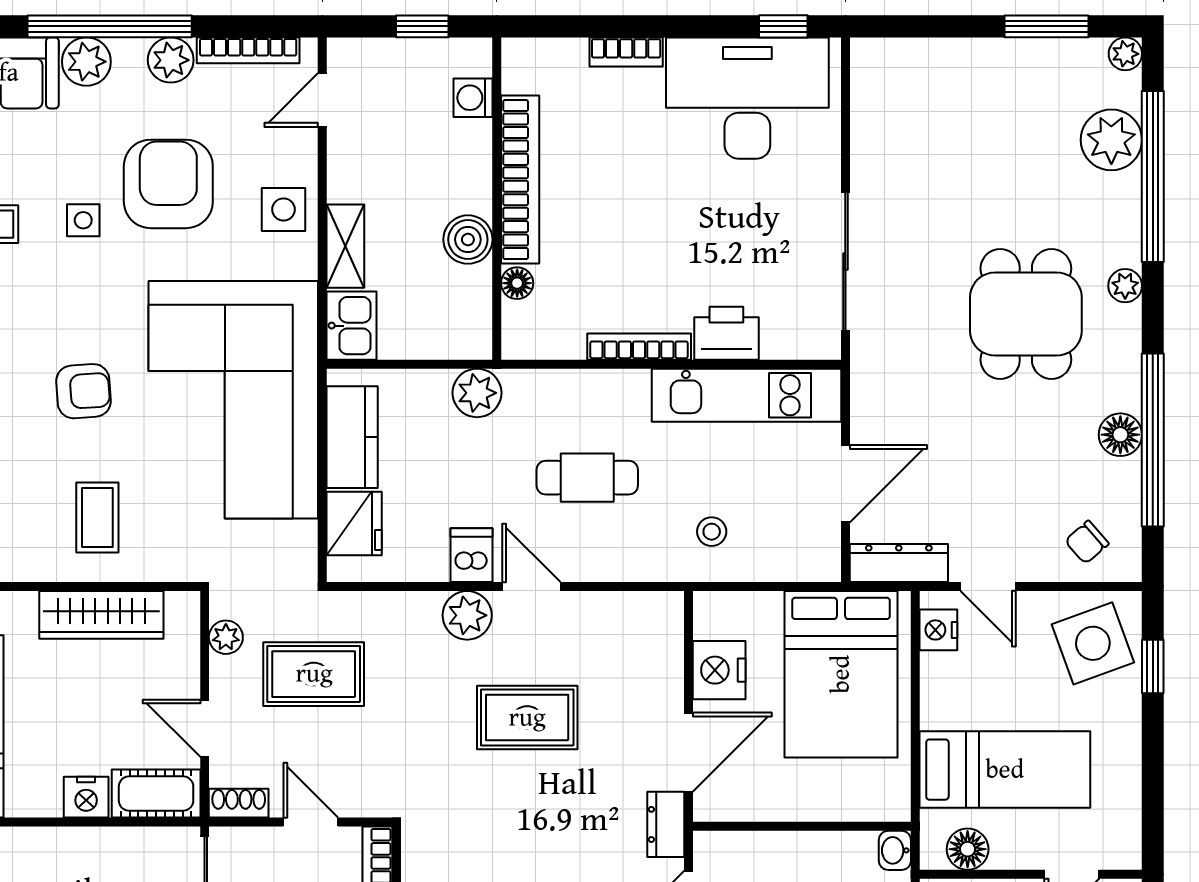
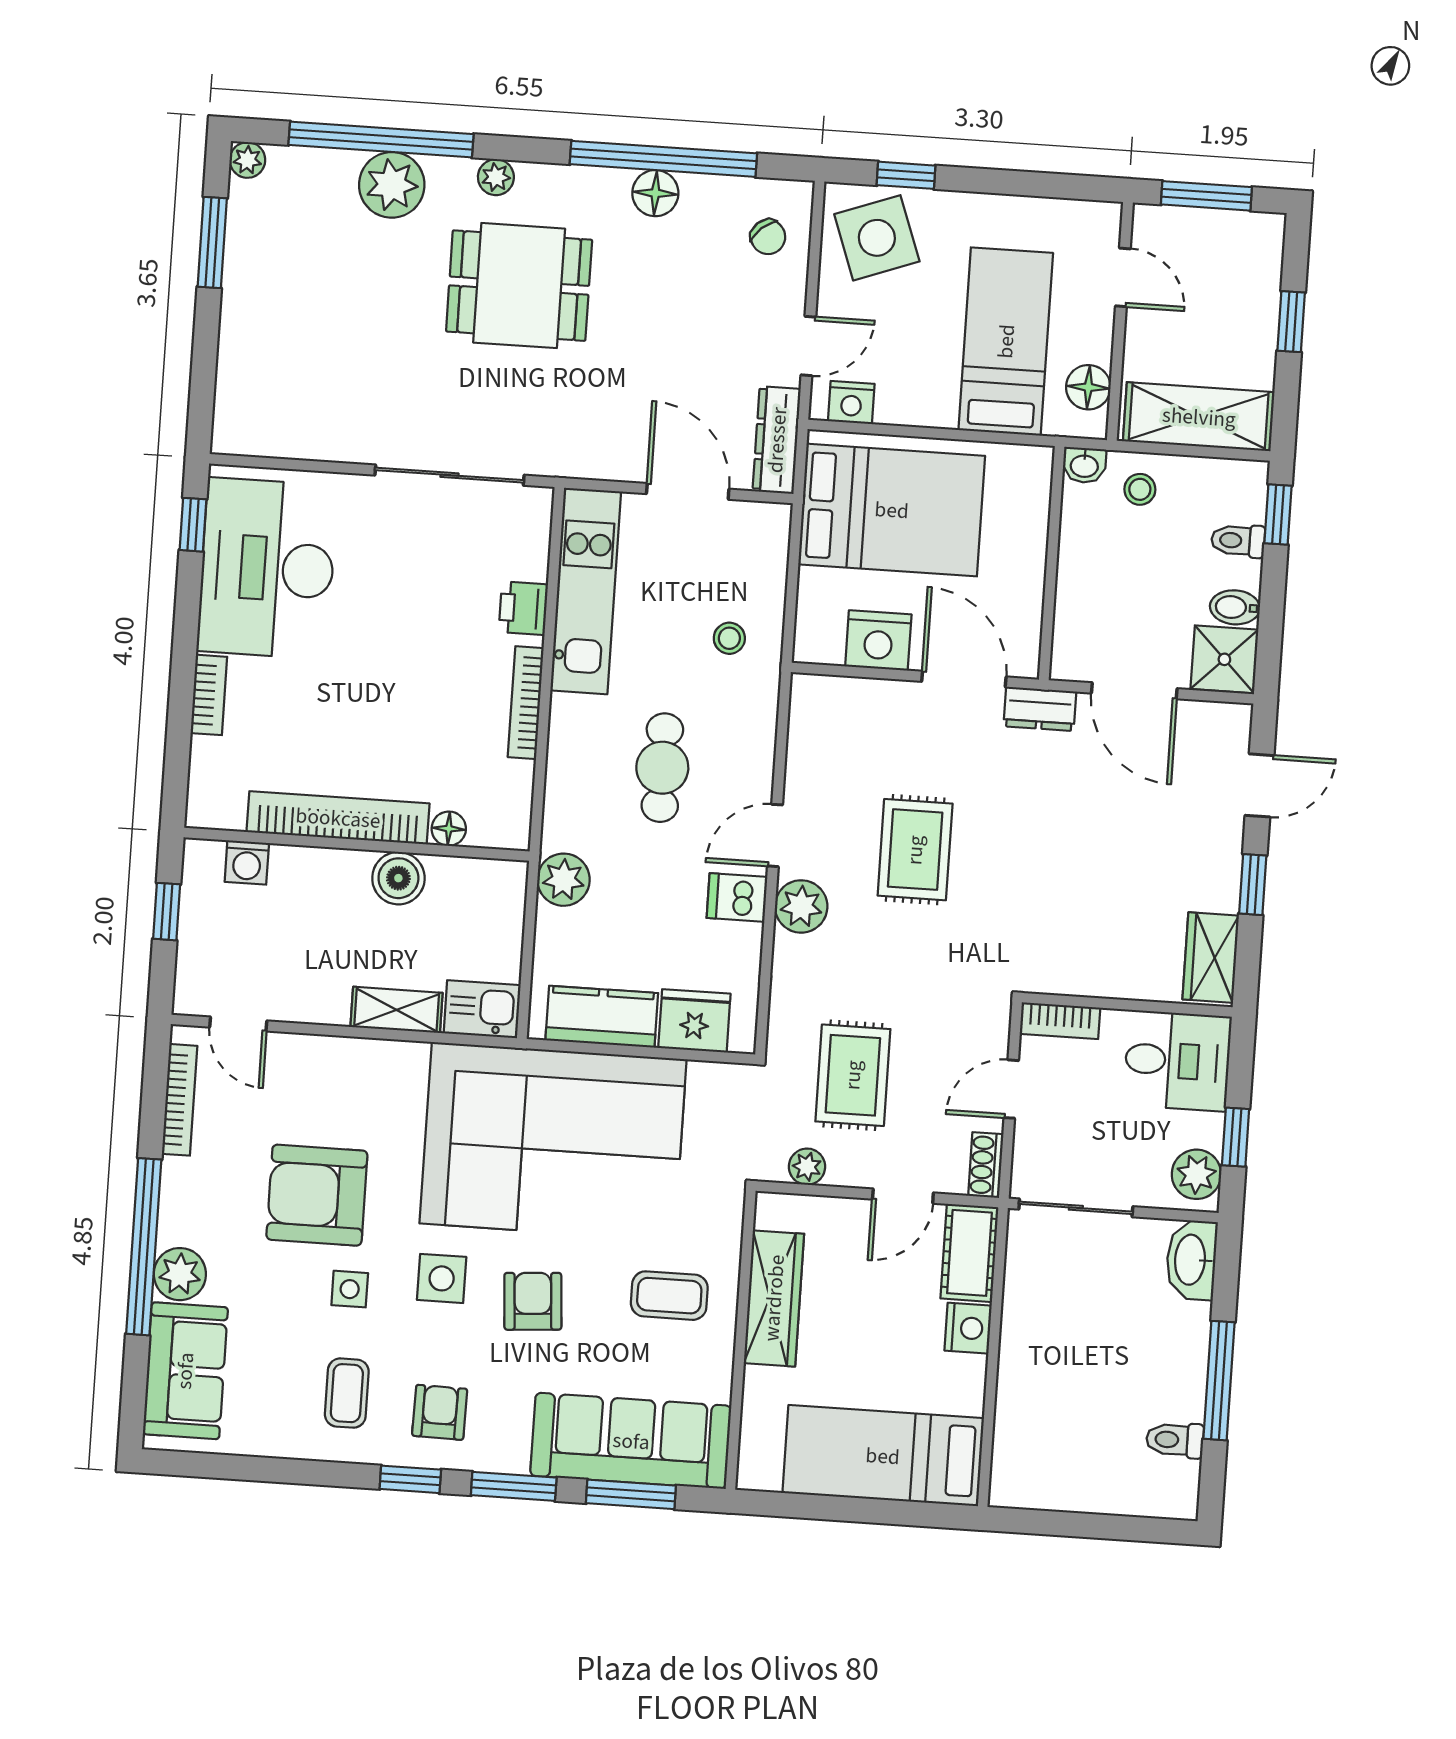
plant: (171, 60) -> (184, 1184), removed
plant: (1111, 140) -> (392, 185), moved
side table: (284, 209) -> (442, 1278), moved
printer: (726, 333) -> (523, 608), width x0.73, depth x0.81

